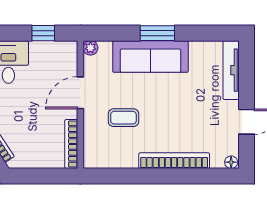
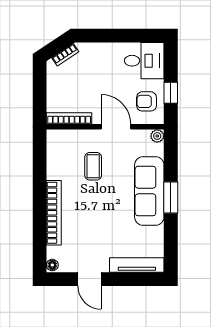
armchair: (53, 60) -> (147, 101), added

